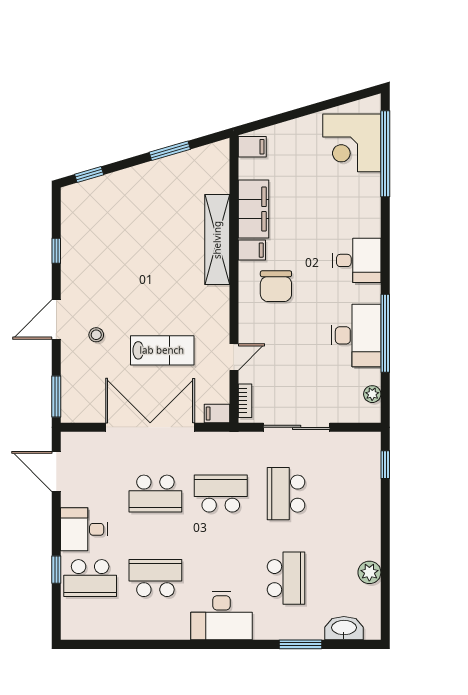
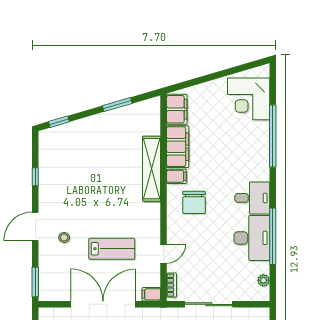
filing cabinet: (252, 147) -> (177, 109), width x2.00
window: (385, 154) -> (273, 136), moved
desk: (357, 260) -> (252, 198), moved

